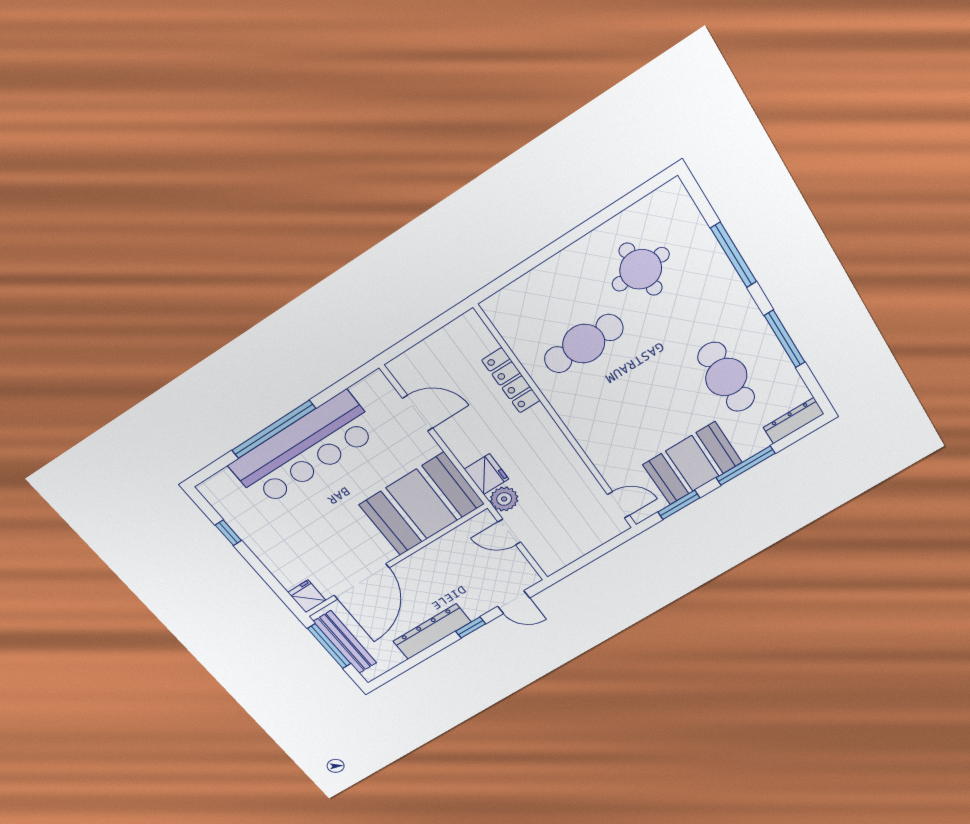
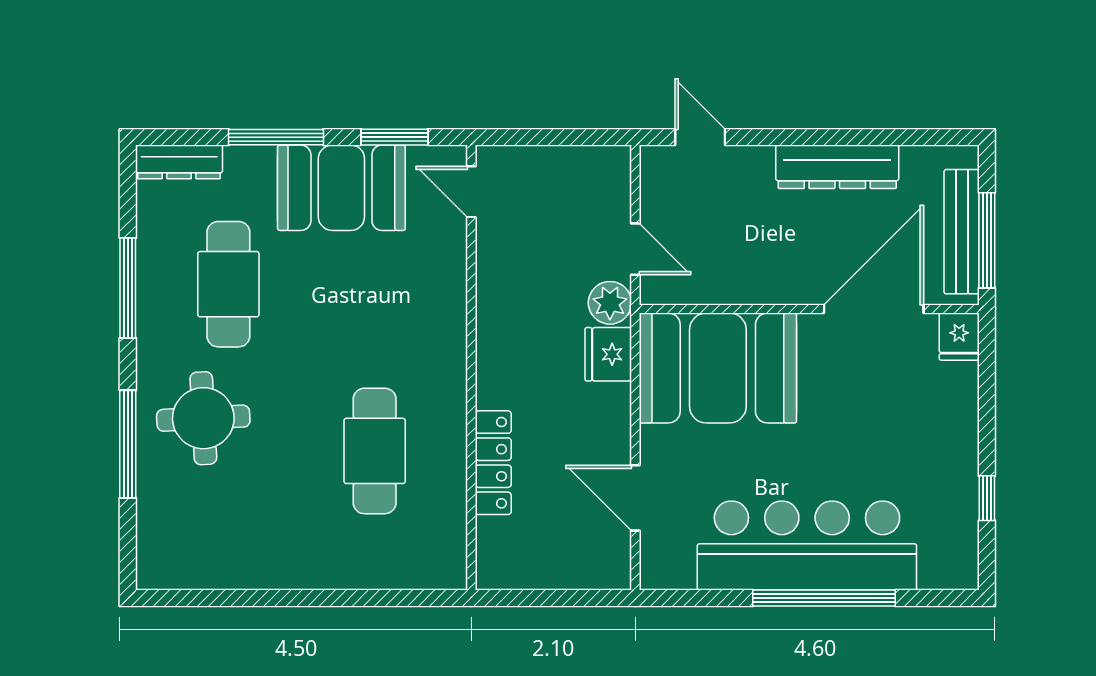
round table: (641, 269) -> (203, 418), moved
cafe table: (584, 344) -> (375, 451), turned 90
window: (471, 627) -> (783, 137), removed

